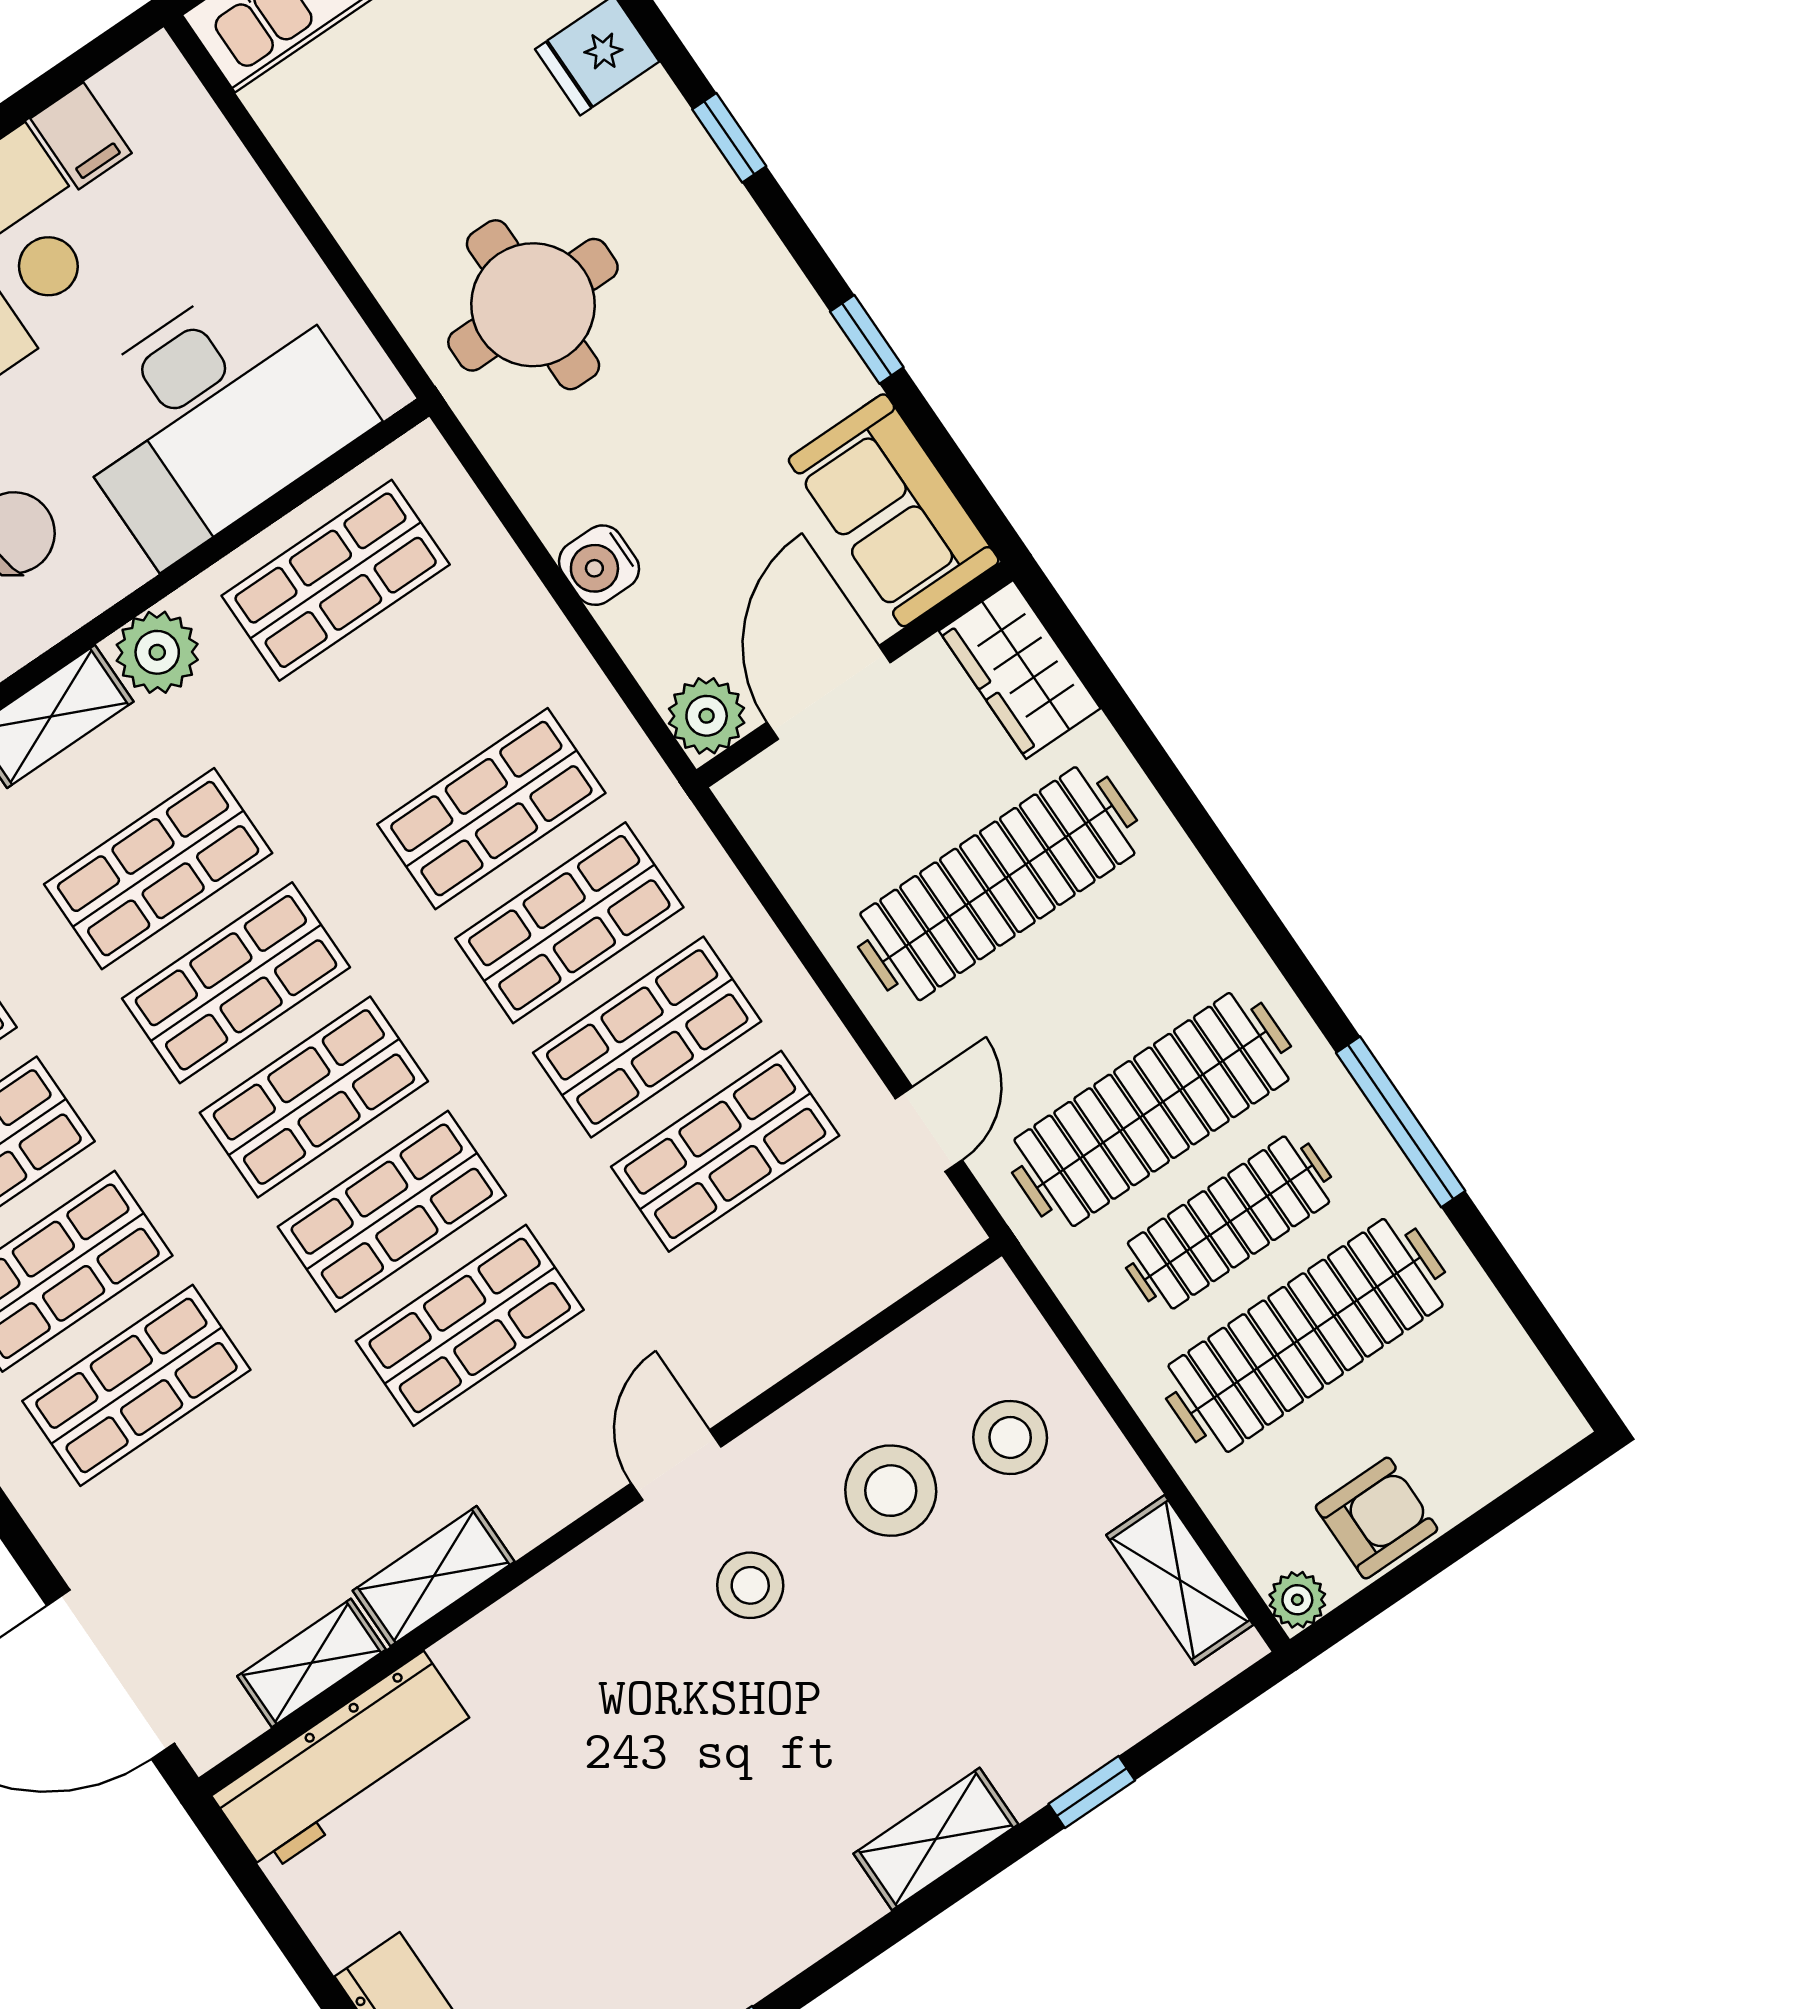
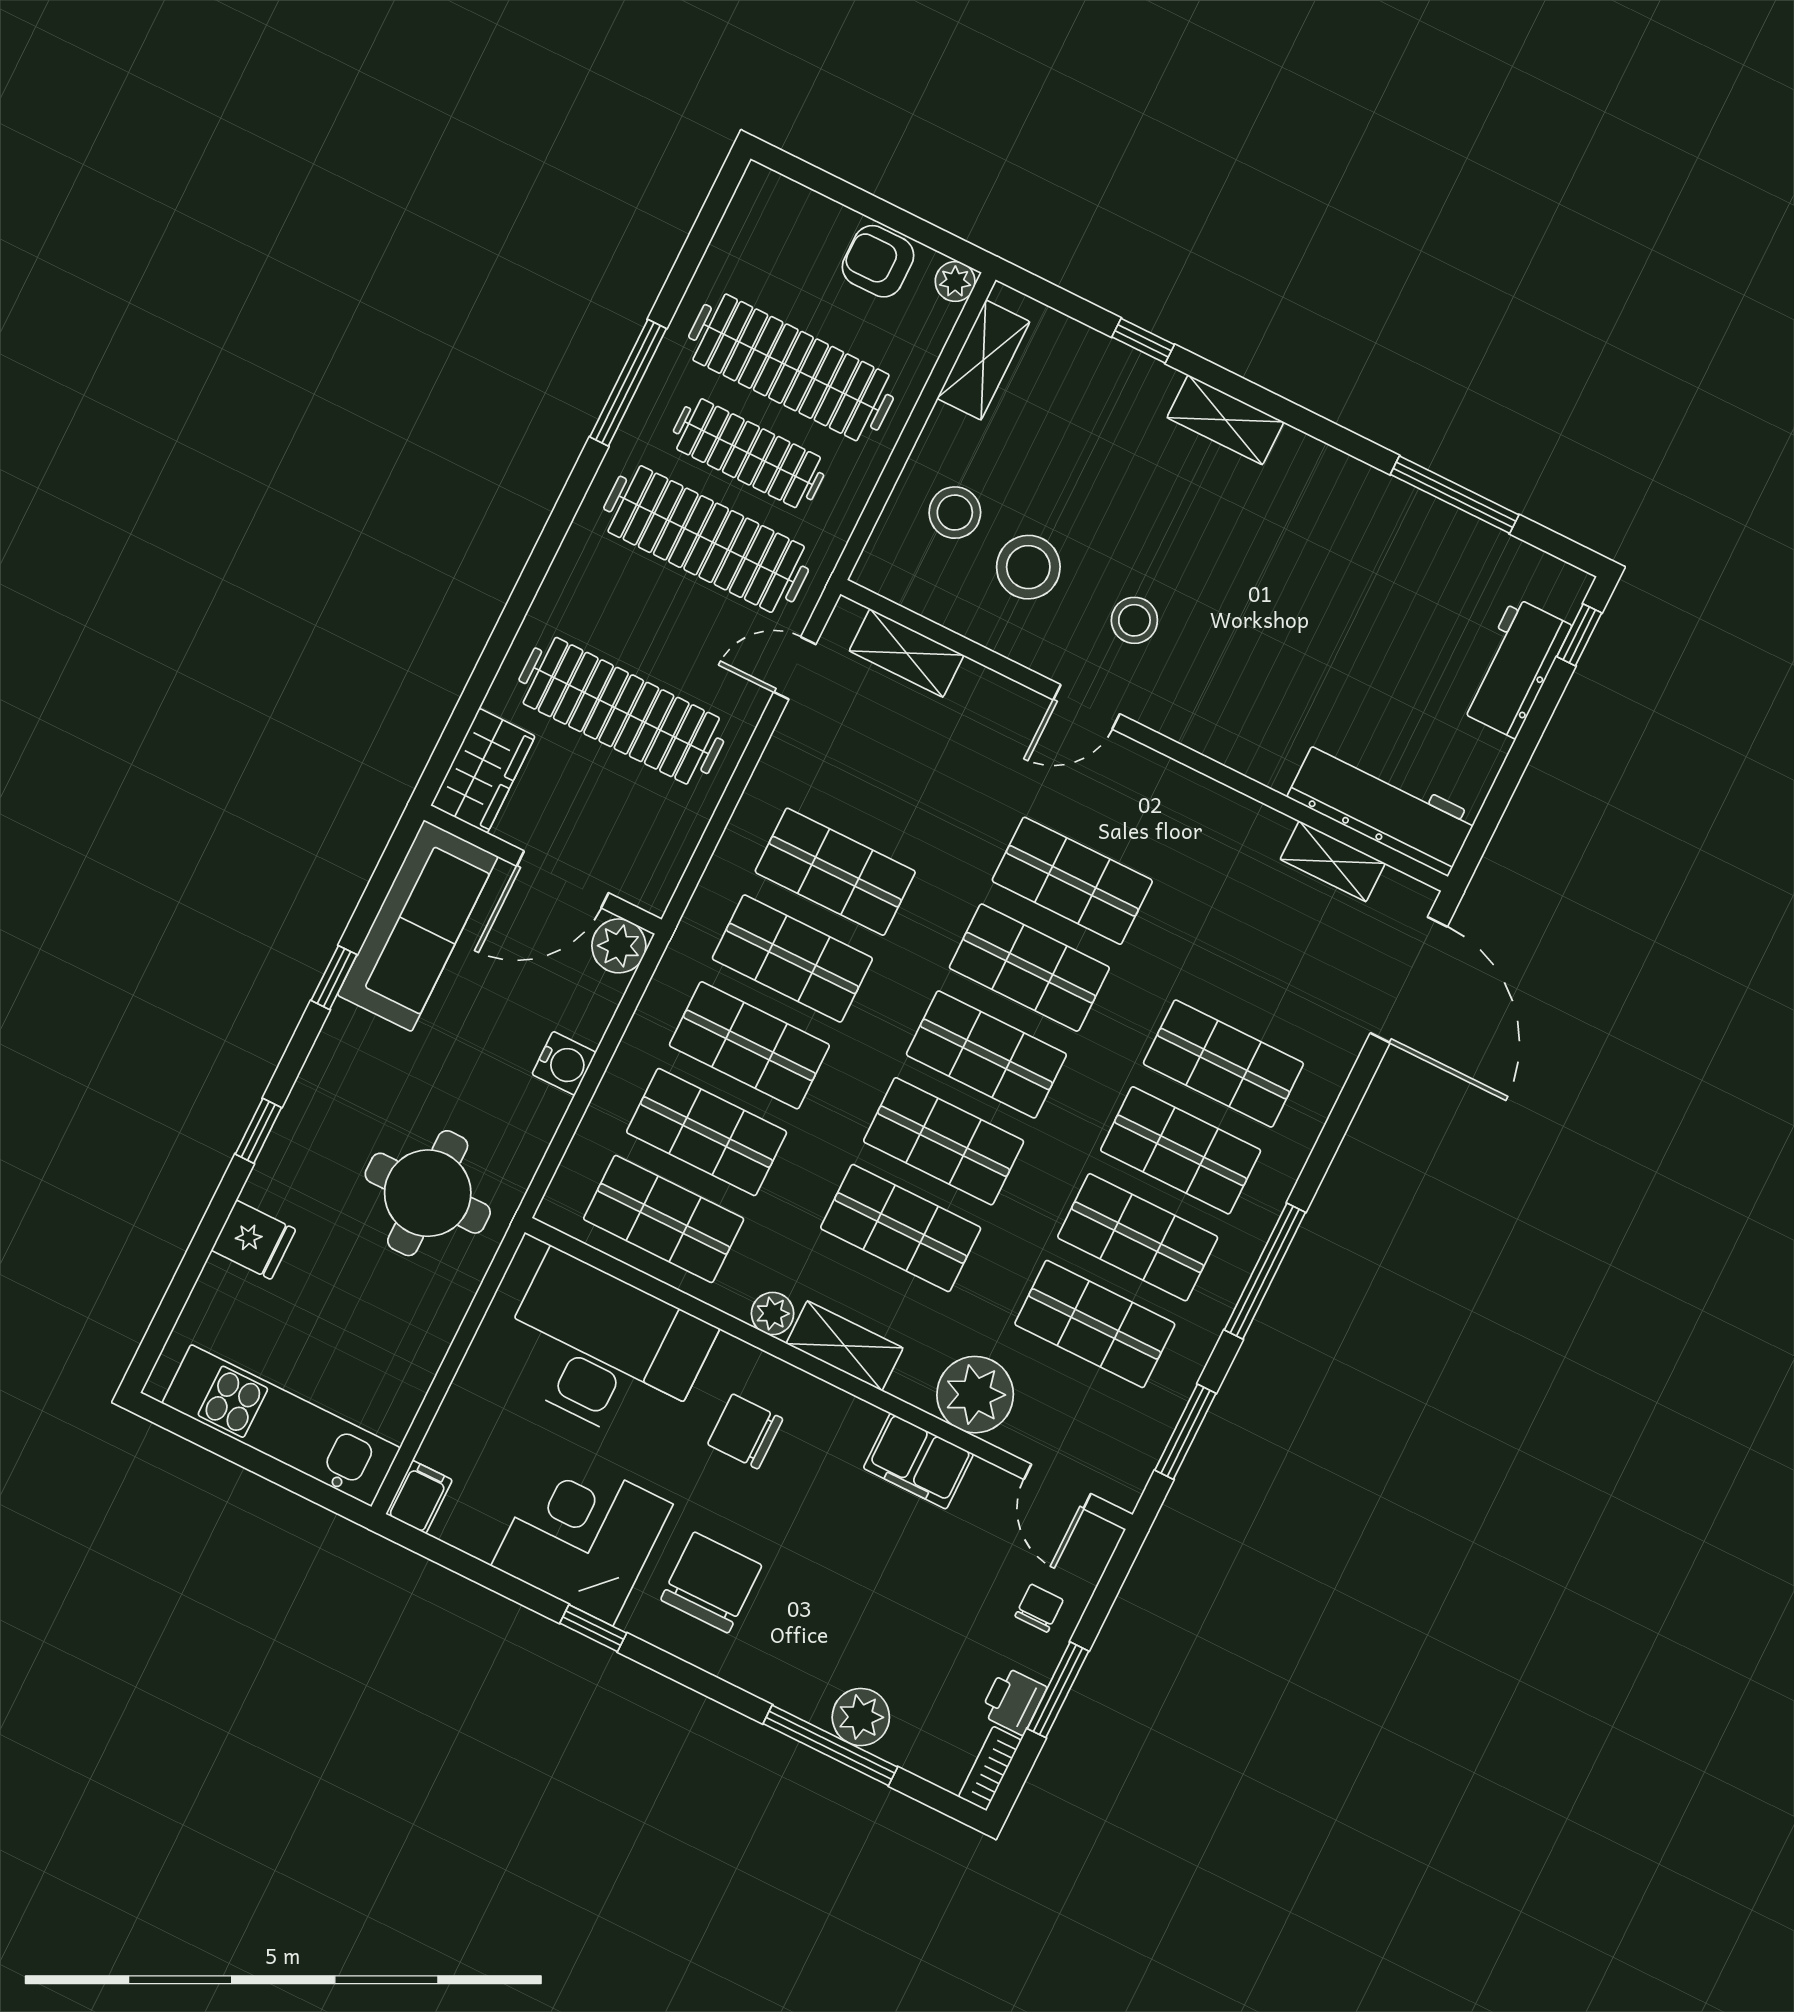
filing cabinet: (81, 136) -> (419, 1497), moved
sofa: (894, 510) -> (418, 926), width x1.36
plant: (157, 652) -> (773, 1314), width x0.73, depth x0.73
shop shelf: (725, 1151) -> (707, 1132), moved
shelving: (434, 1576) -> (906, 653), moved

